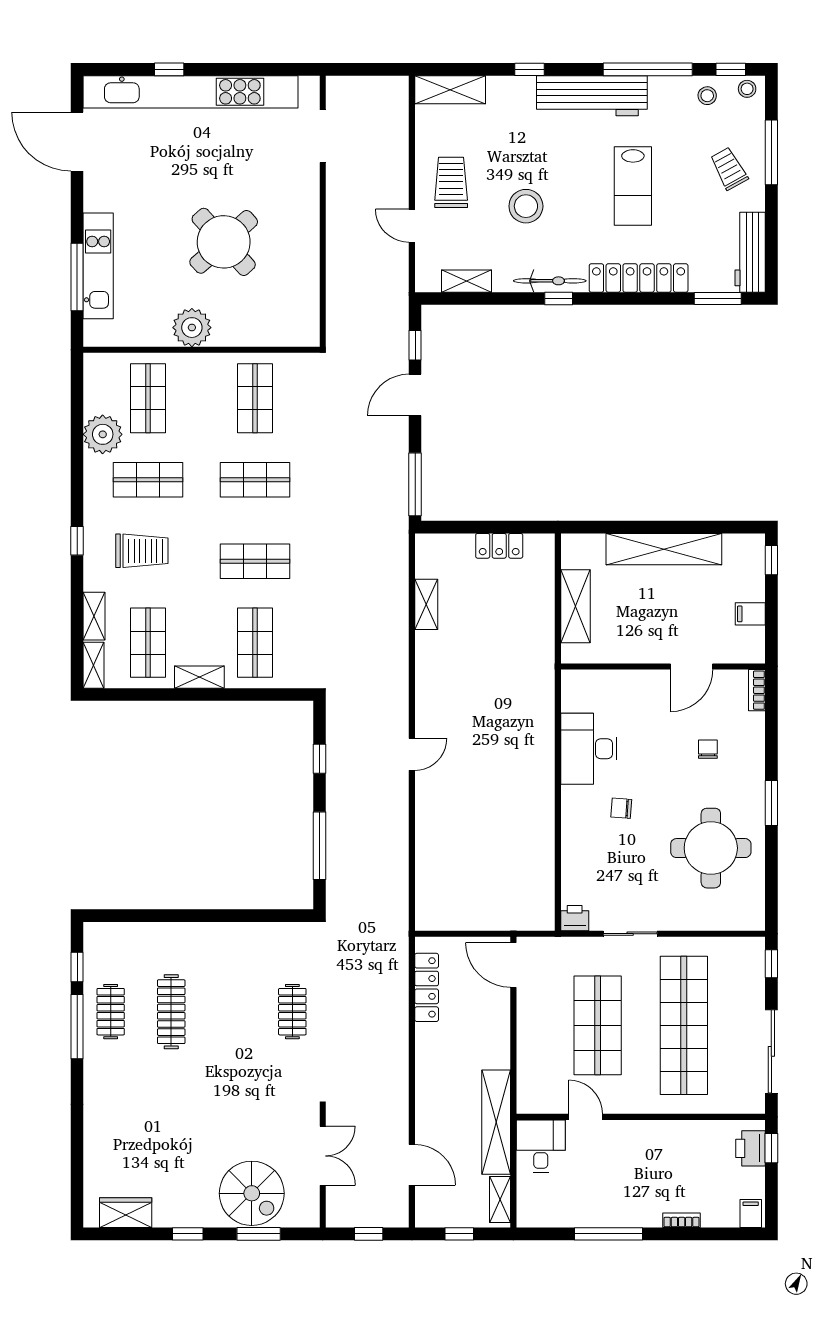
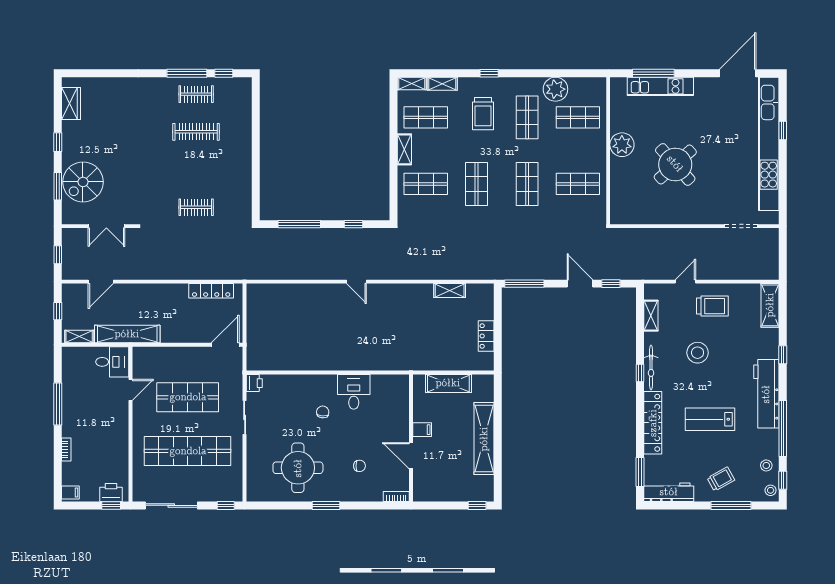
filing cabinet: (750, 614) -> (422, 430), moved, turned 90
desk: (589, 749) -> (354, 392), width x0.73

